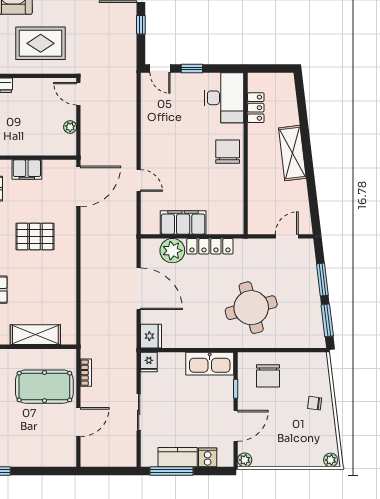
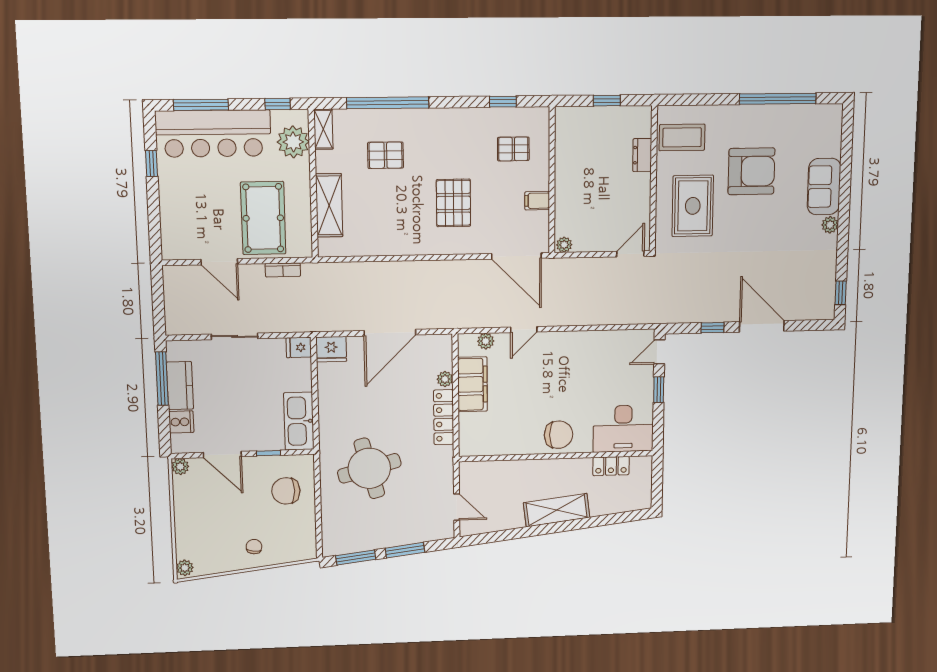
plant: (70, 127) -> (564, 245), moved
filing cabinet: (27, 170) -> (537, 201), width x0.50
plant: (147, 211) -> (486, 341), added
plant: (172, 251) -> (445, 379), width x0.53, depth x0.53

